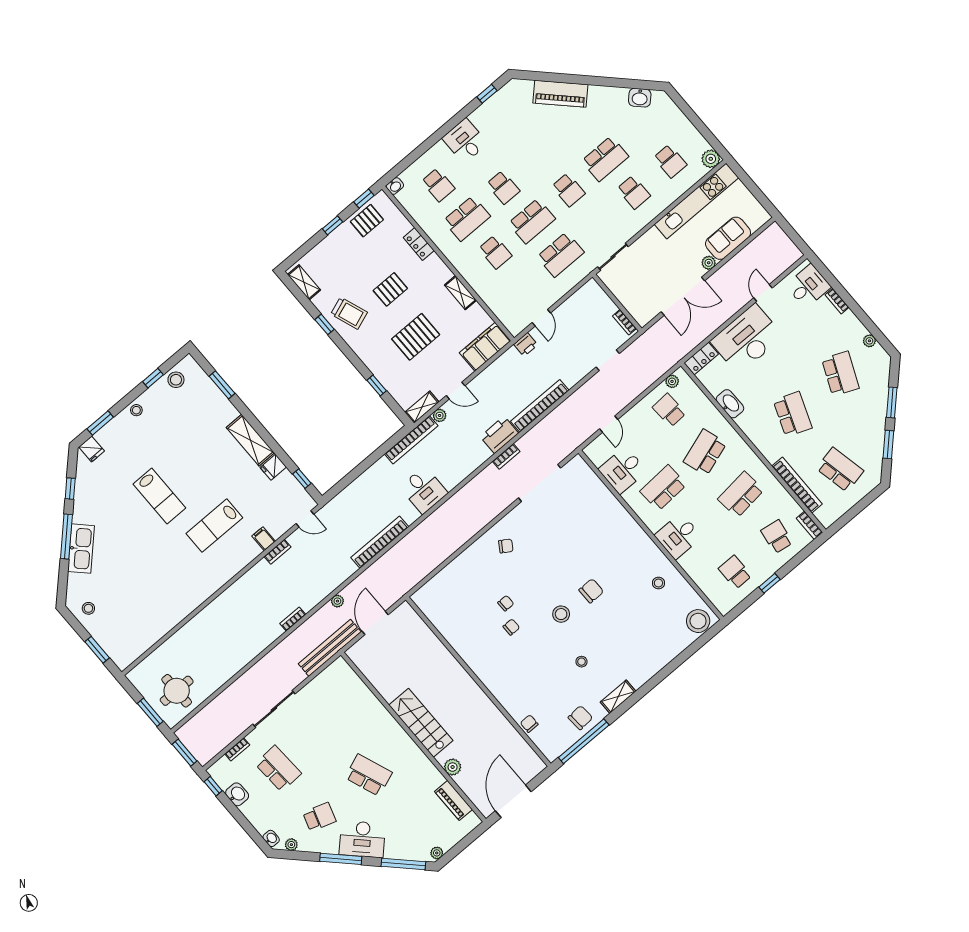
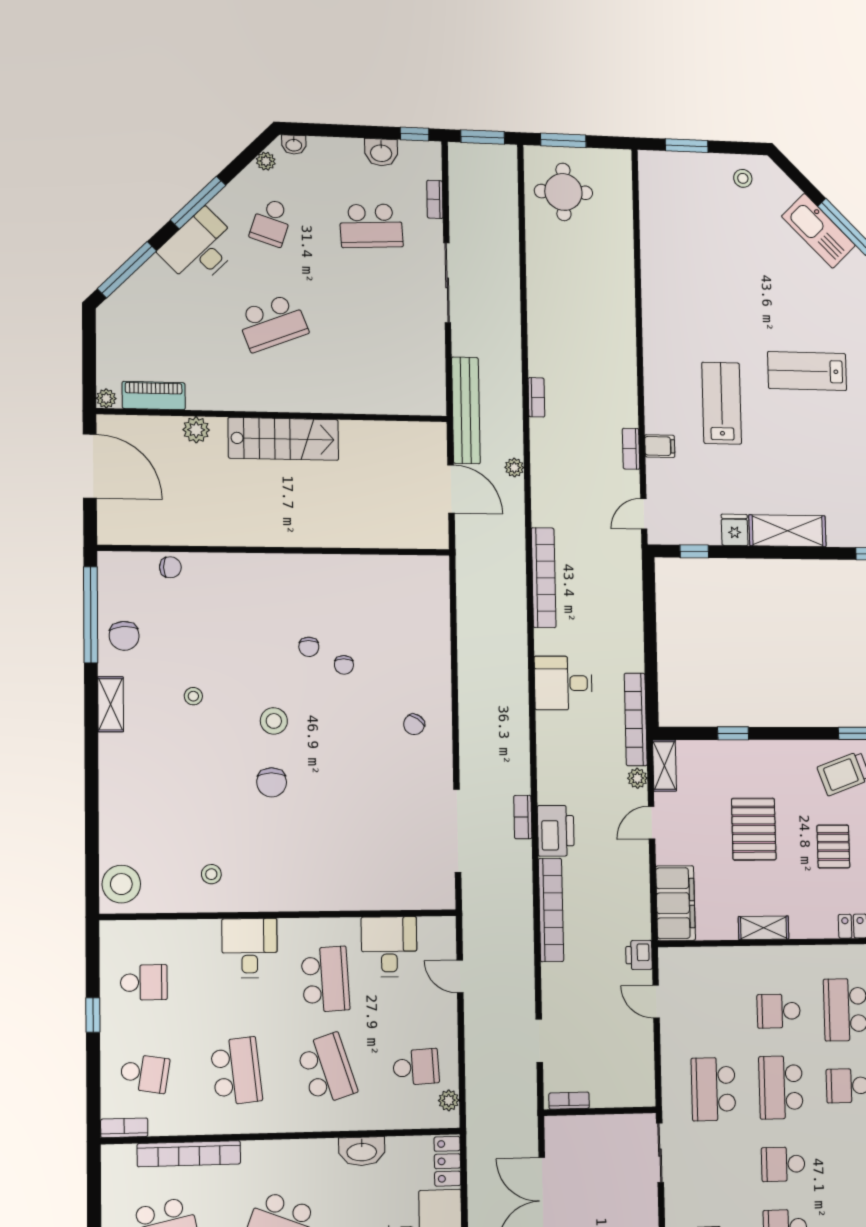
plant: (437, 853) -> (106, 398), moved

